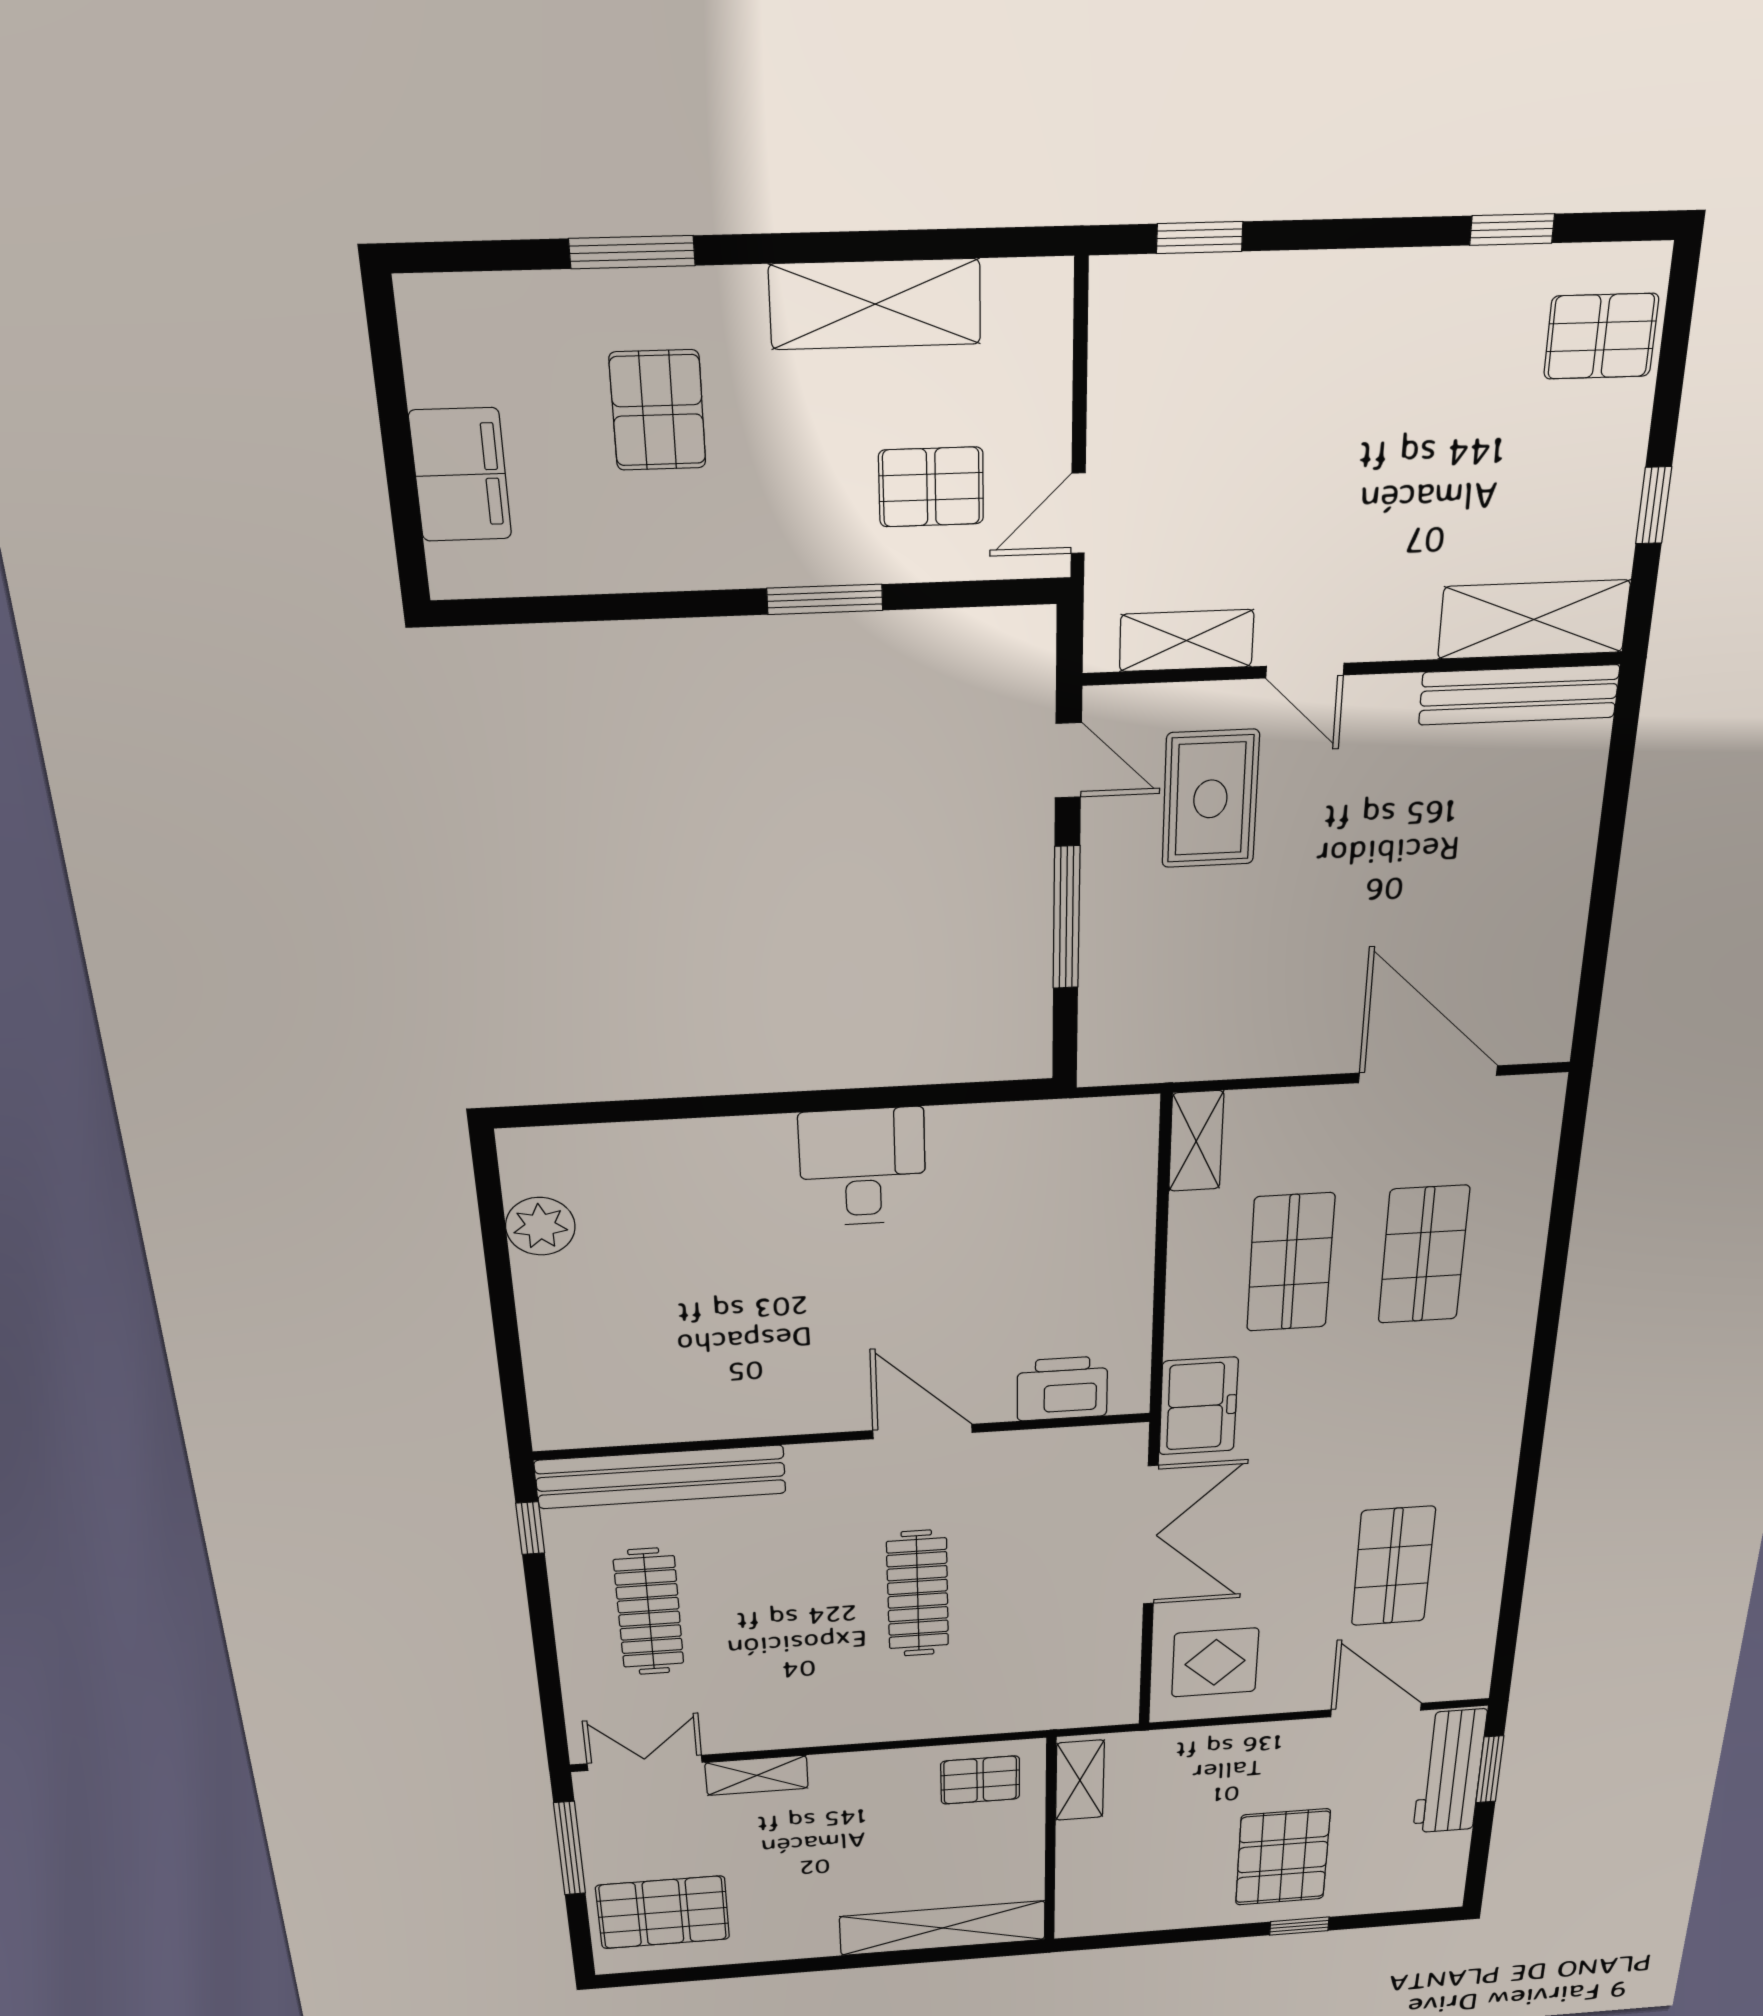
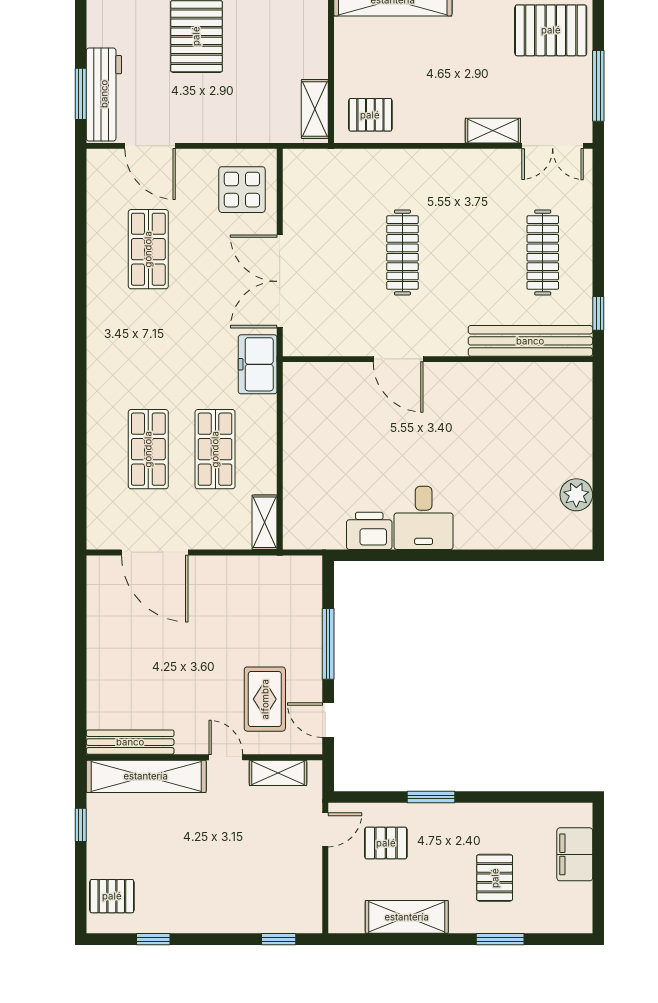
shelving: (1534, 620) -> (146, 776), width x1.47
printer: (1062, 1388) -> (369, 531), moved, turned 180

